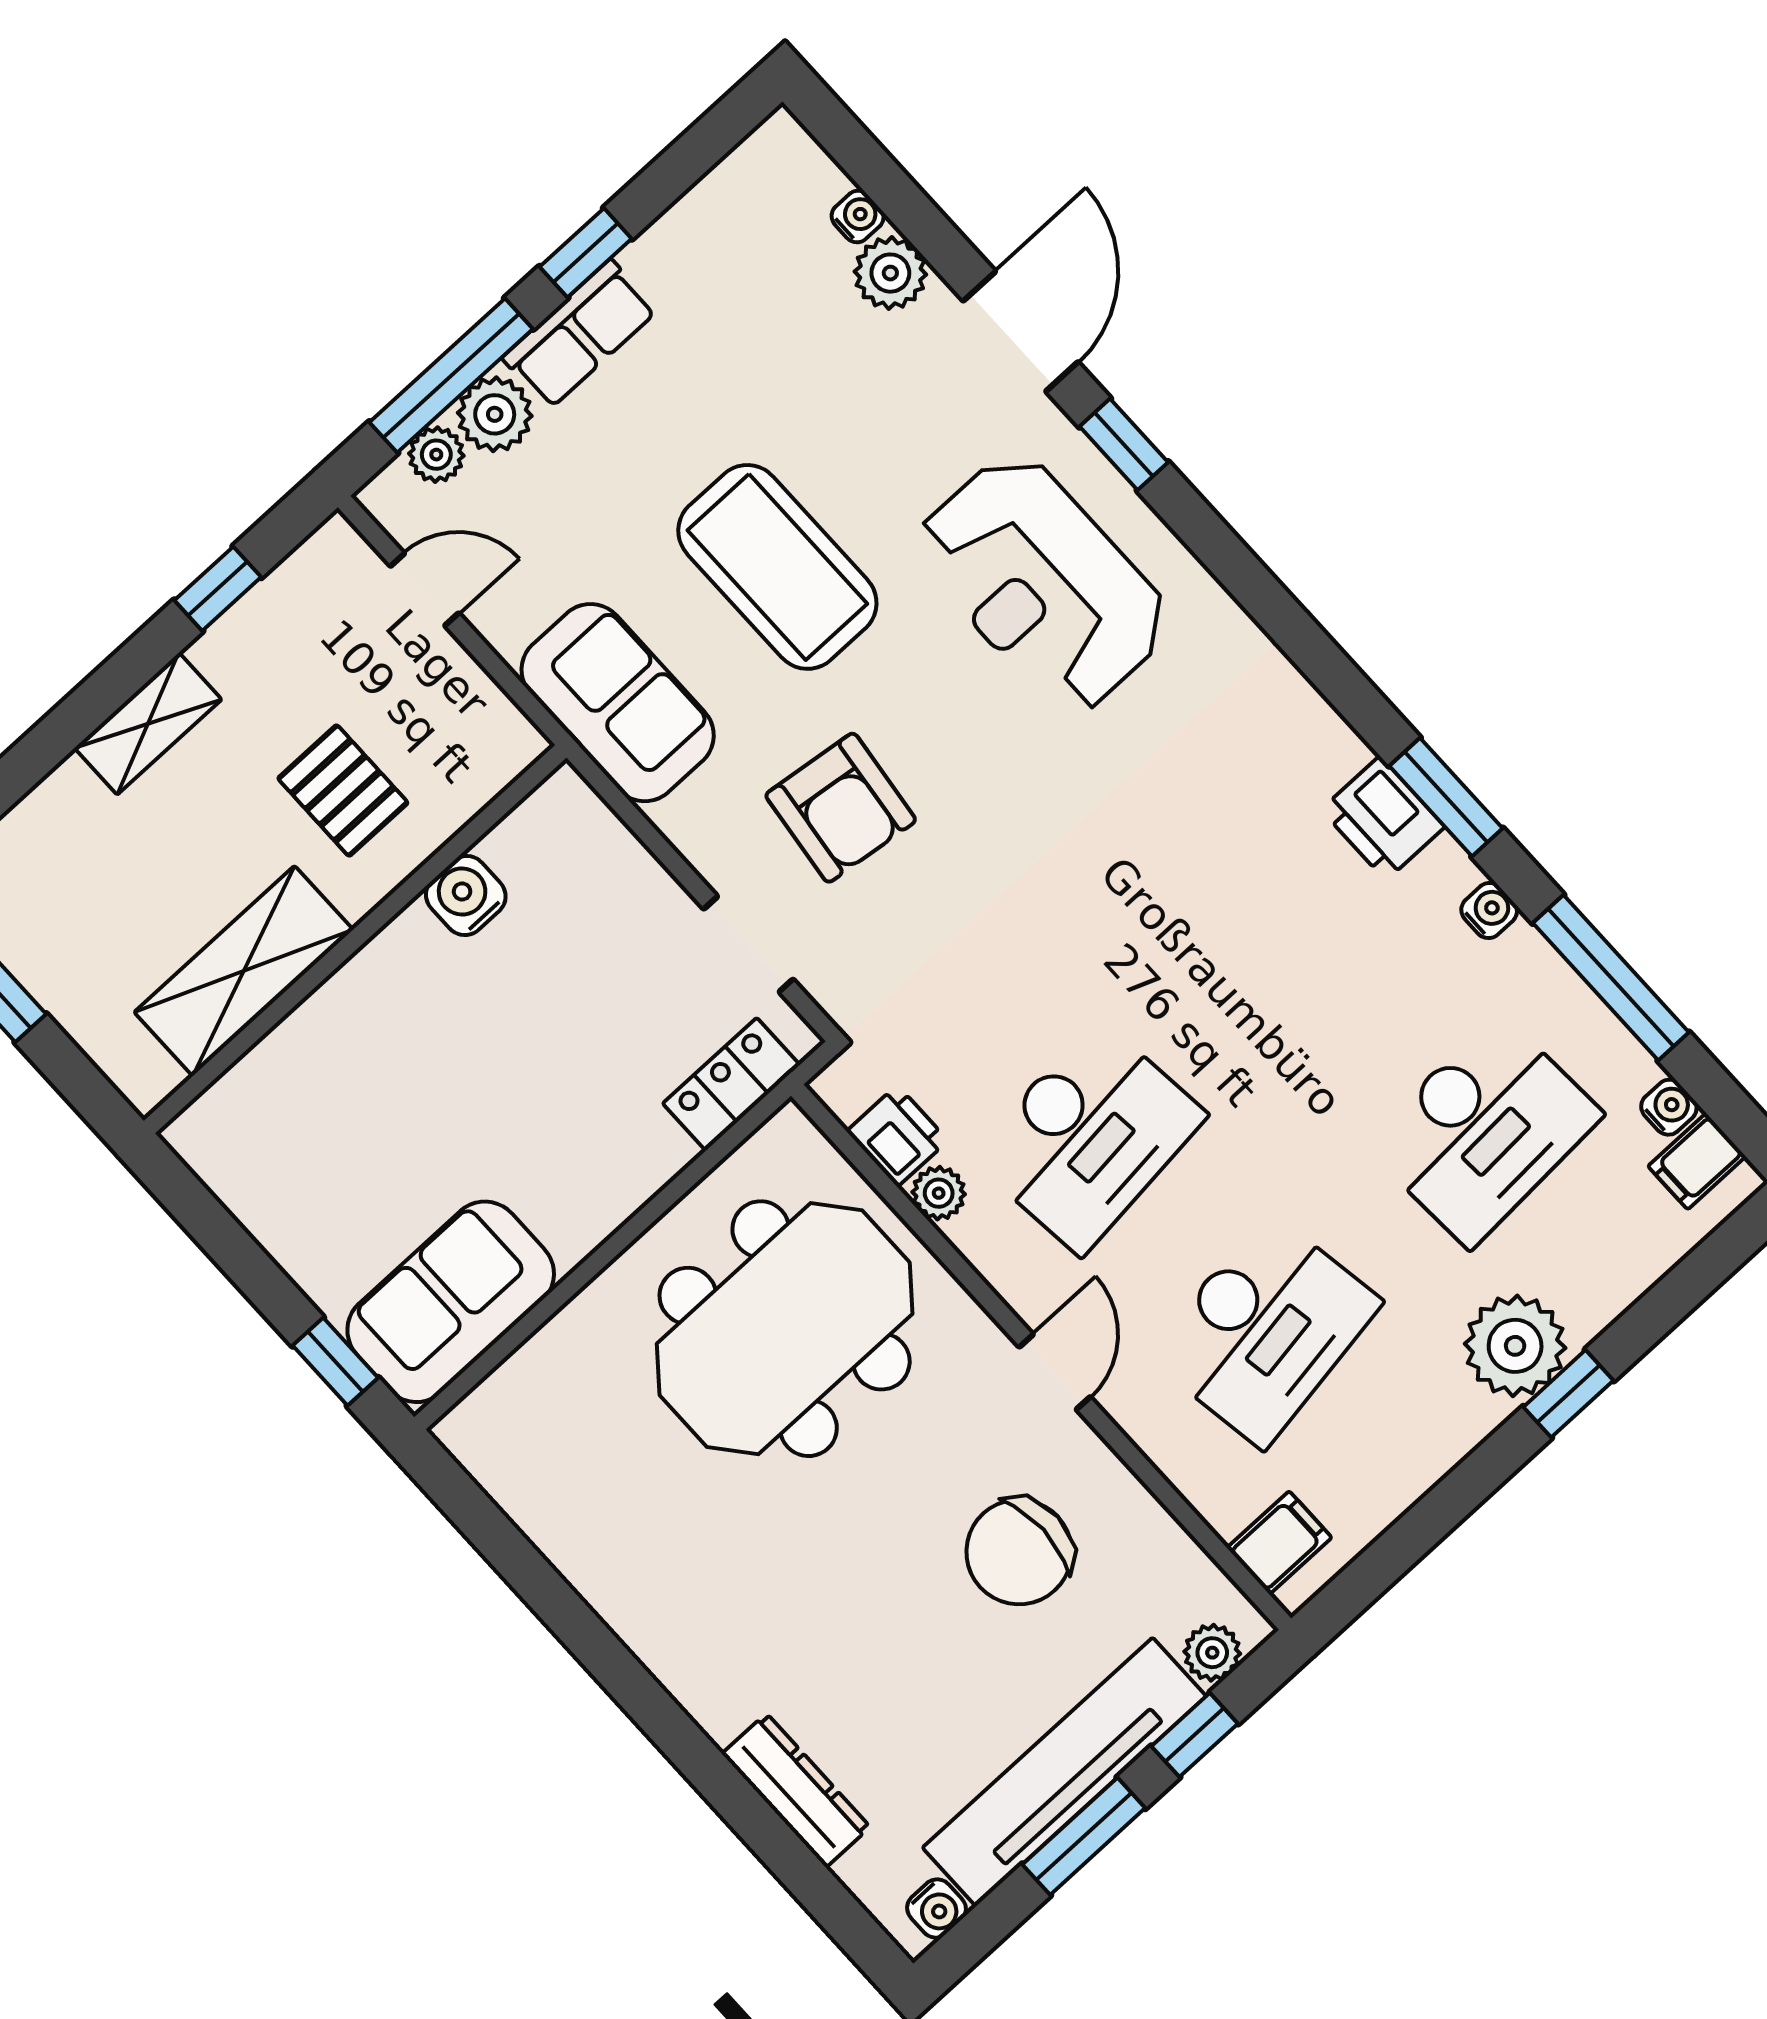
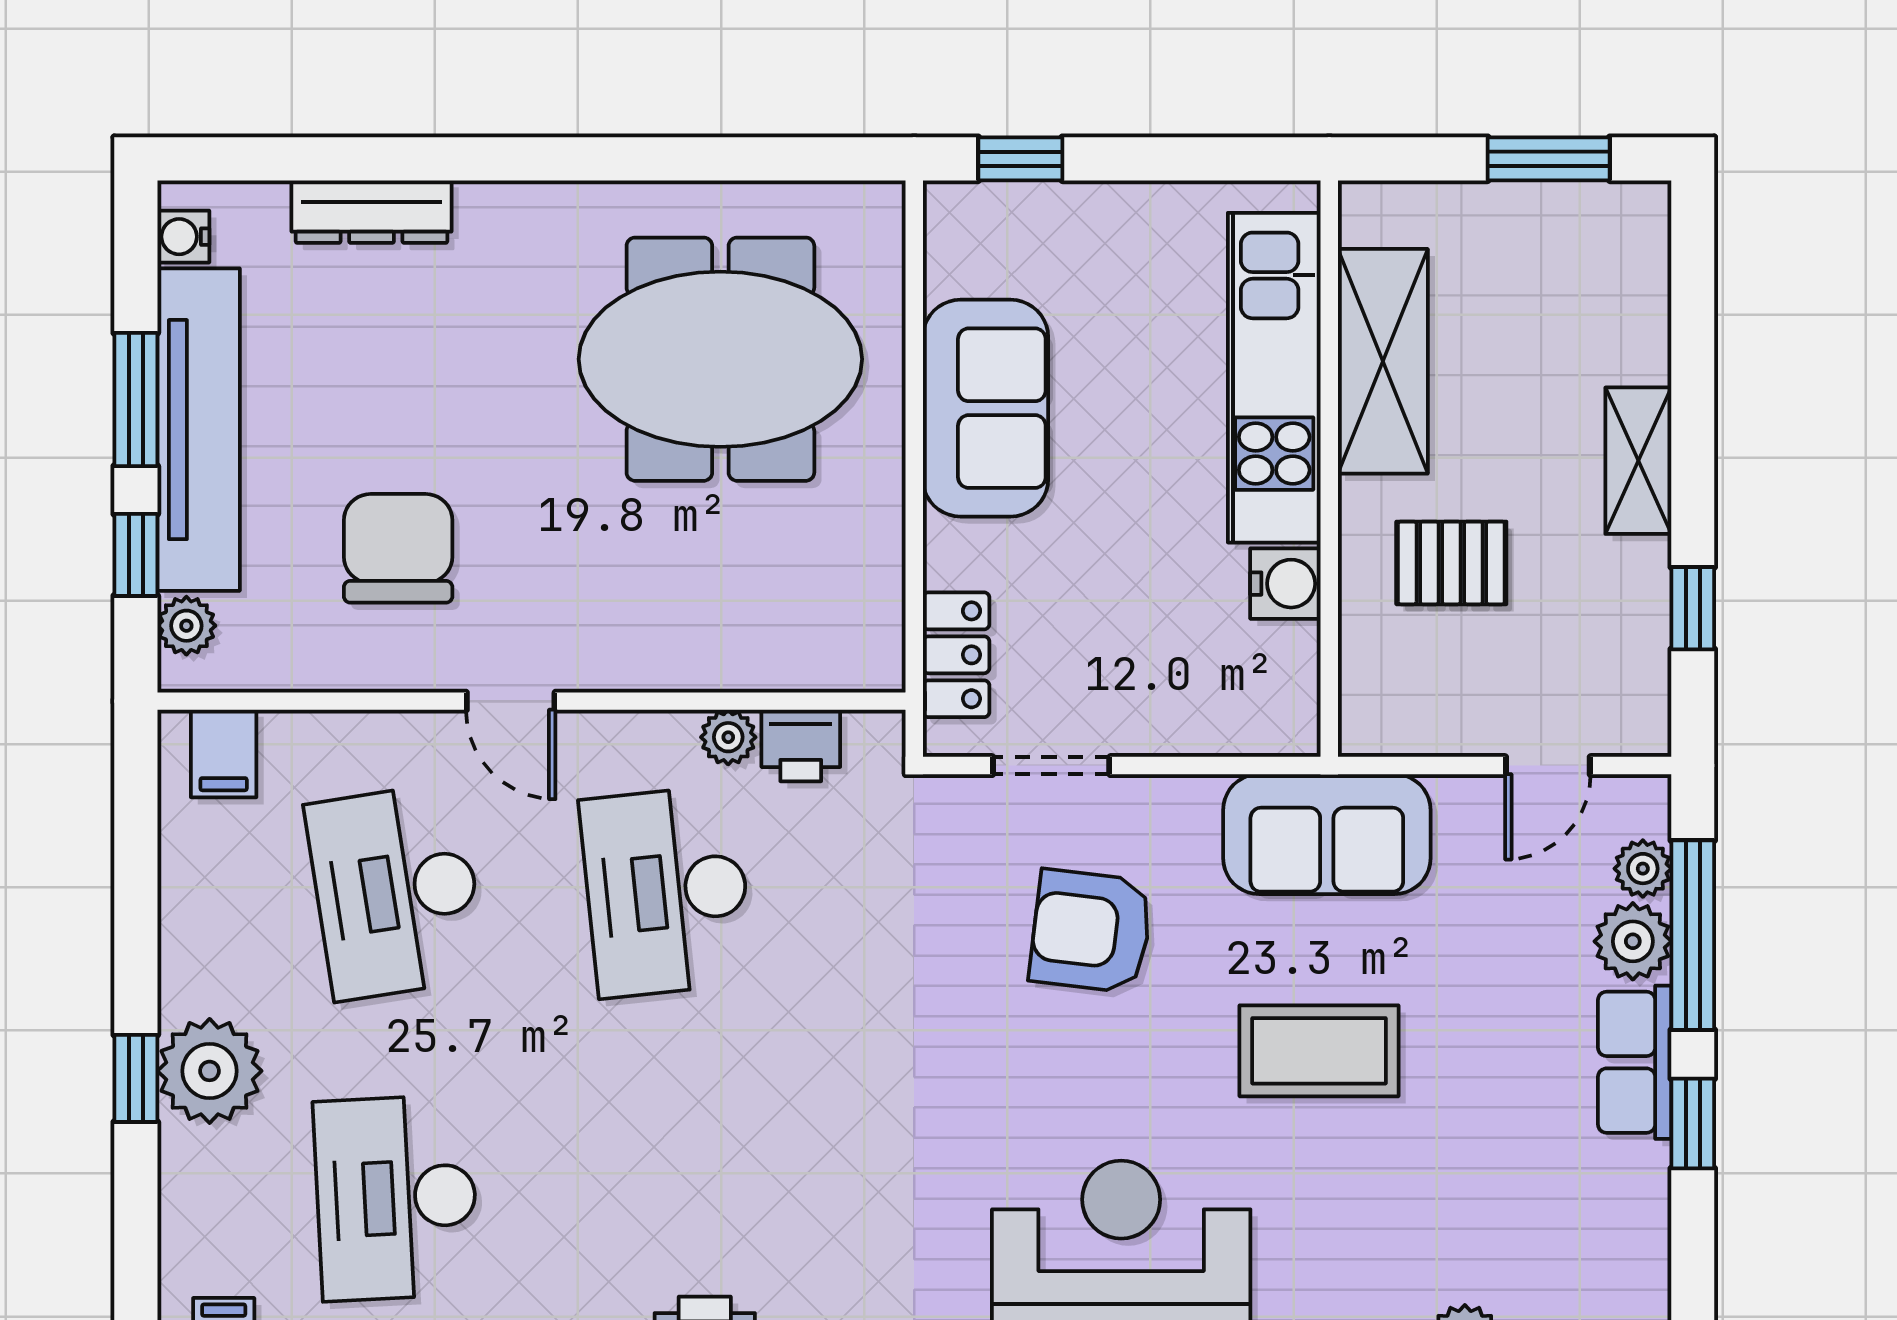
coffee table: (777, 567) -> (1319, 1051), width x0.73, depth x0.76
kitchen unit: (326, 1038) -> (1274, 378), added
sofa: (451, 1302) -> (986, 408), moved
meeting table: (785, 1329) -> (720, 359), moved, turned 90

